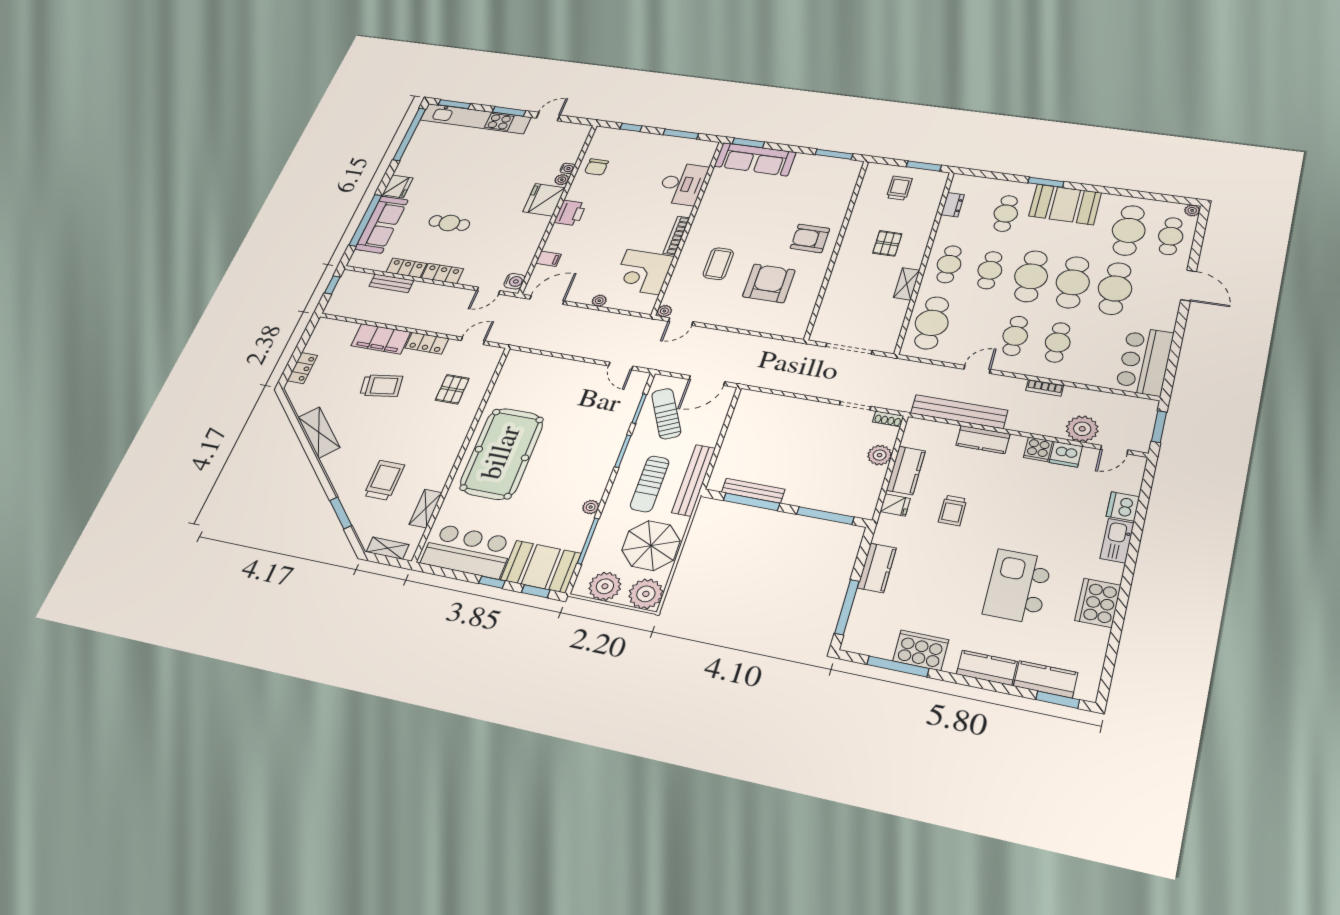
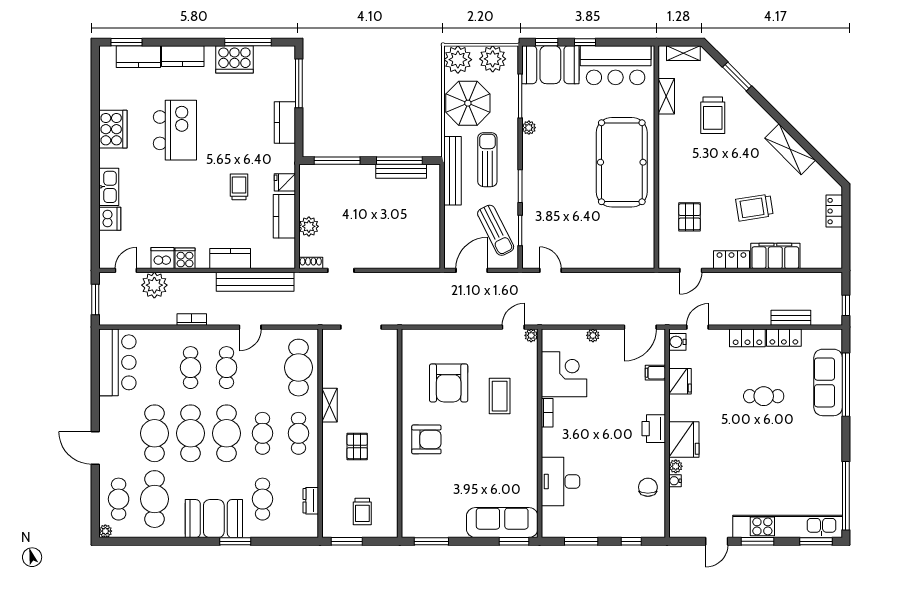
fridge: (398, 186) -> (680, 381), moved, turned 180
bookcase: (676, 235) -> (547, 413), width x0.64

